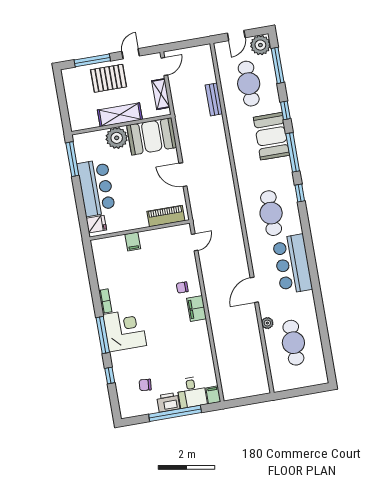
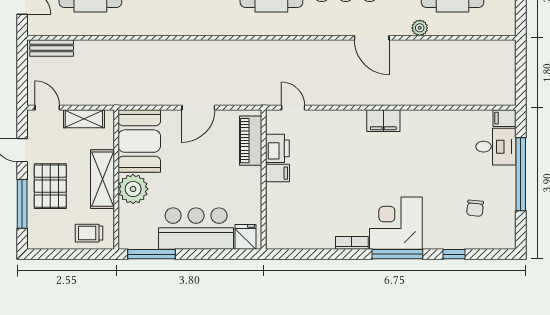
bench: (214, 99) -> (52, 48), moved
trolley: (80, 112) -> (89, 233), added
filing cabinet: (133, 241) -> (277, 173), moved
chair: (182, 287) -> (352, 135), removed
printer: (168, 402) -> (277, 148), moved, turned 180

